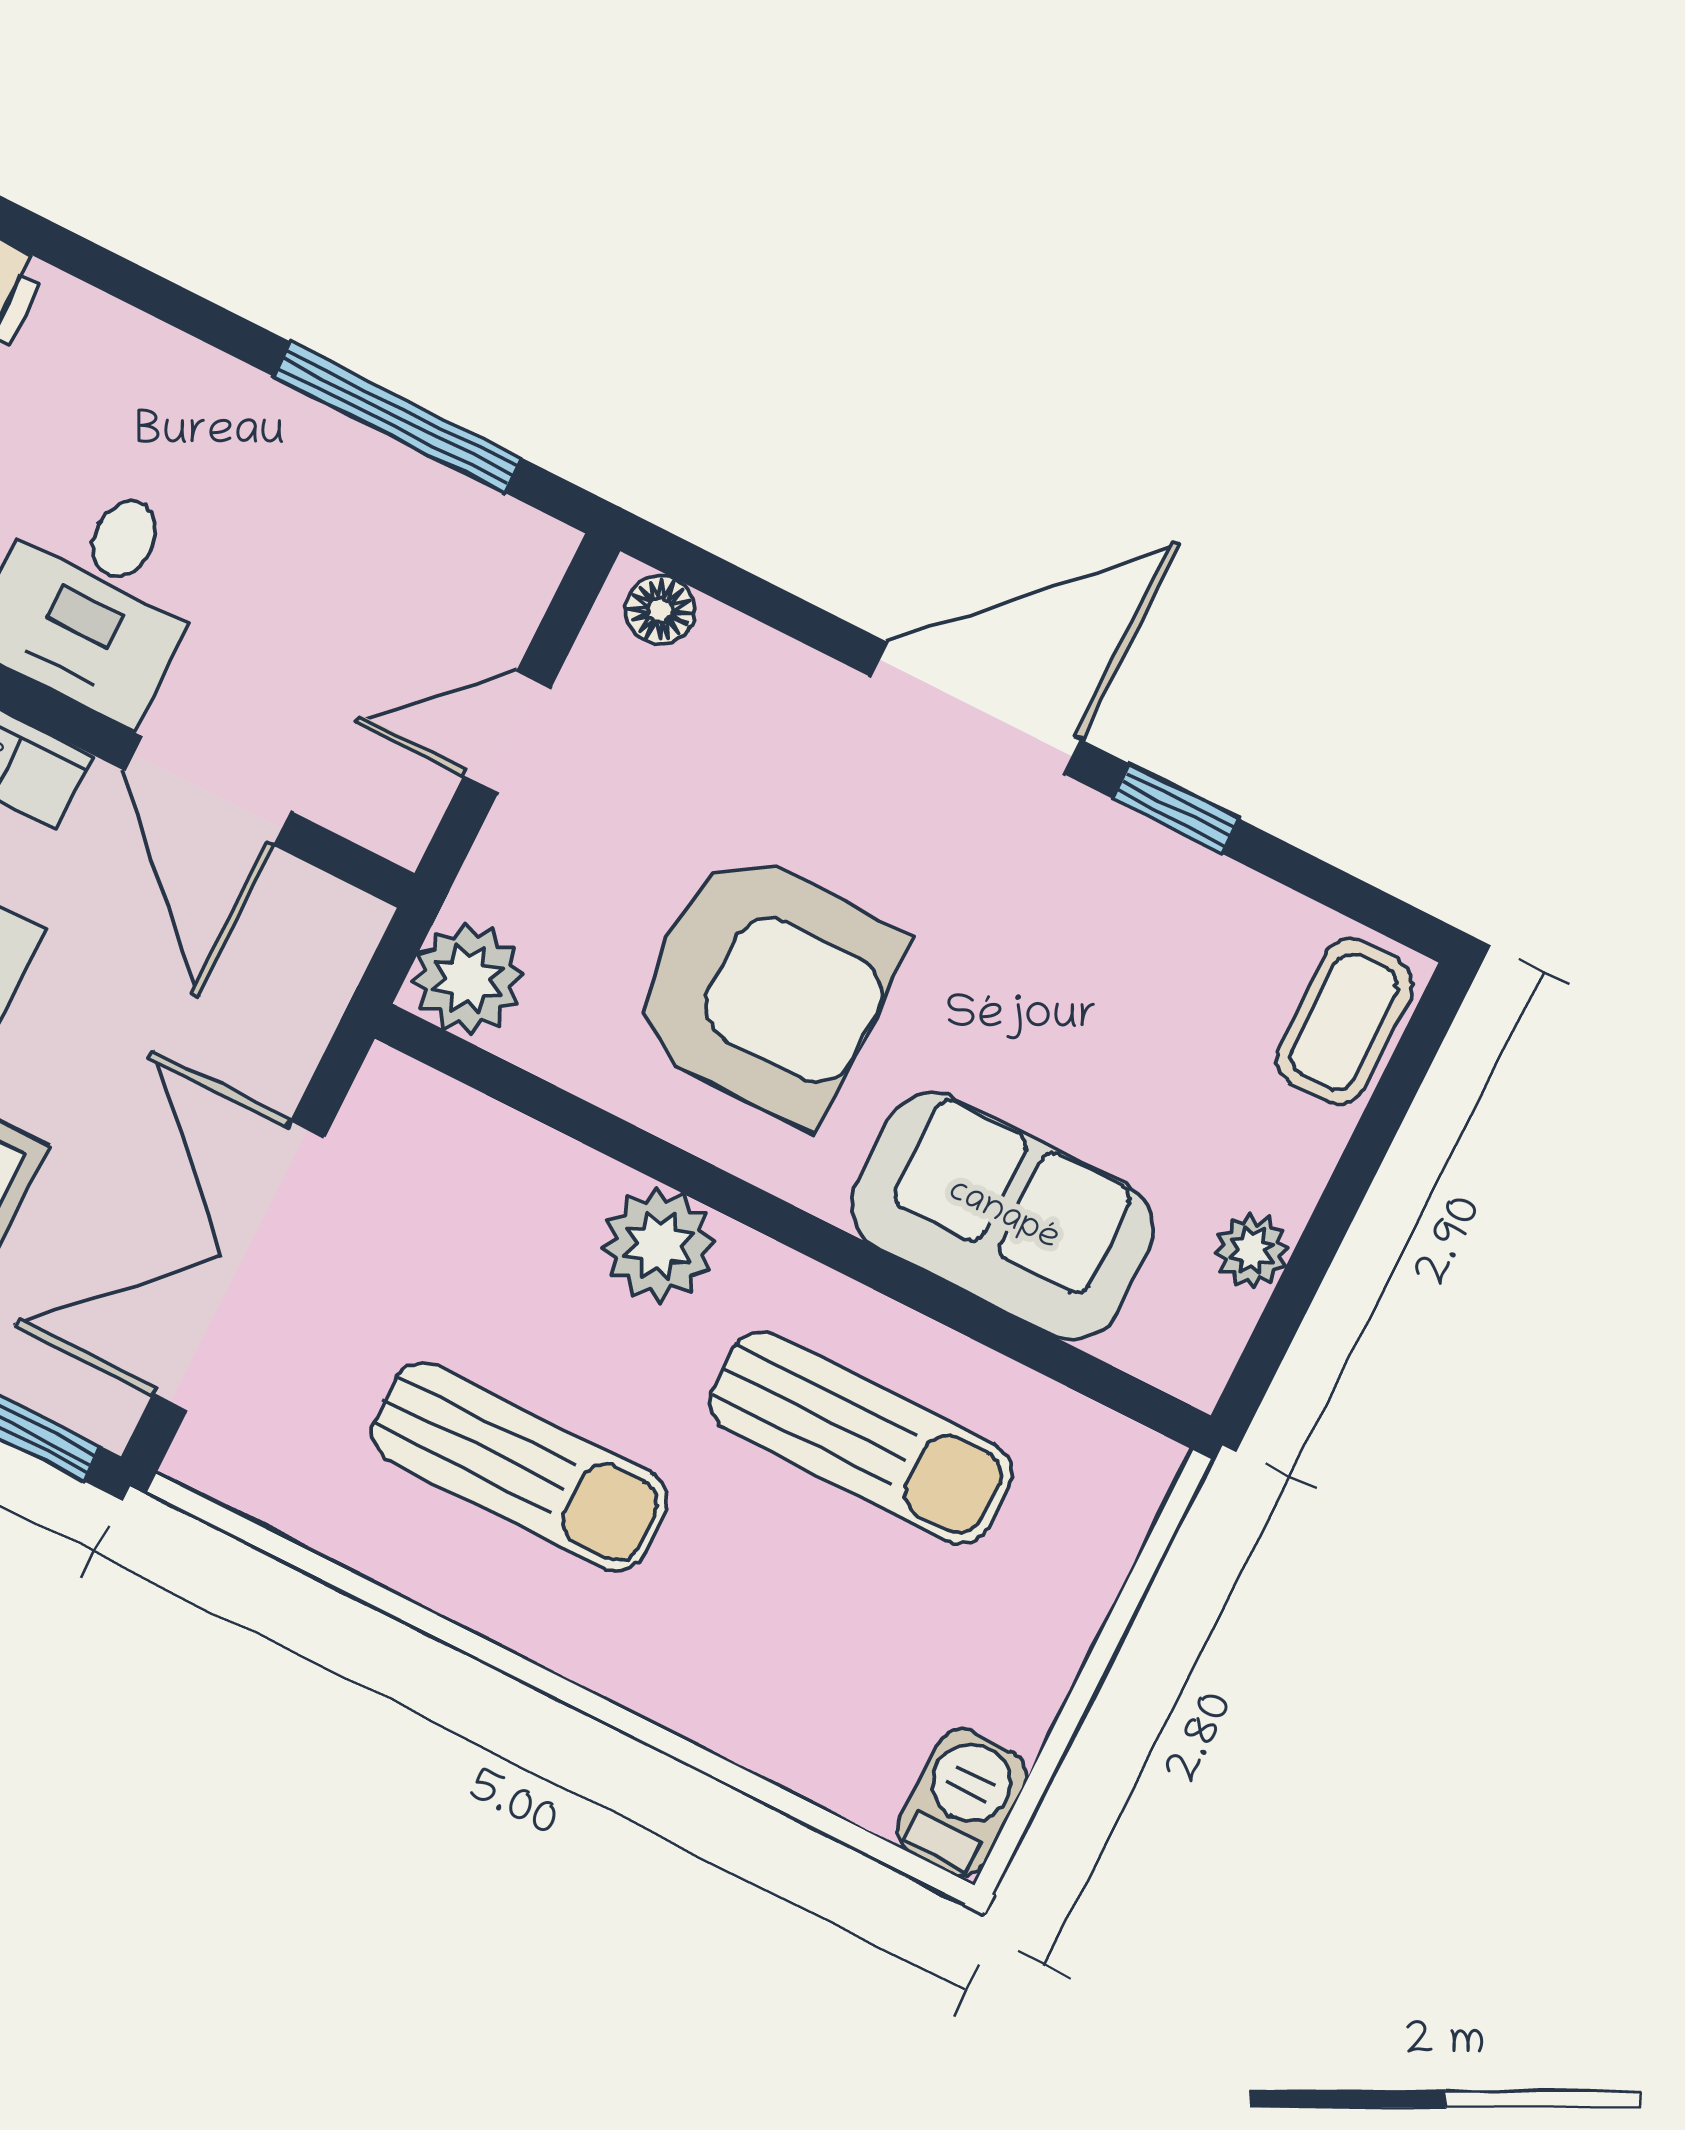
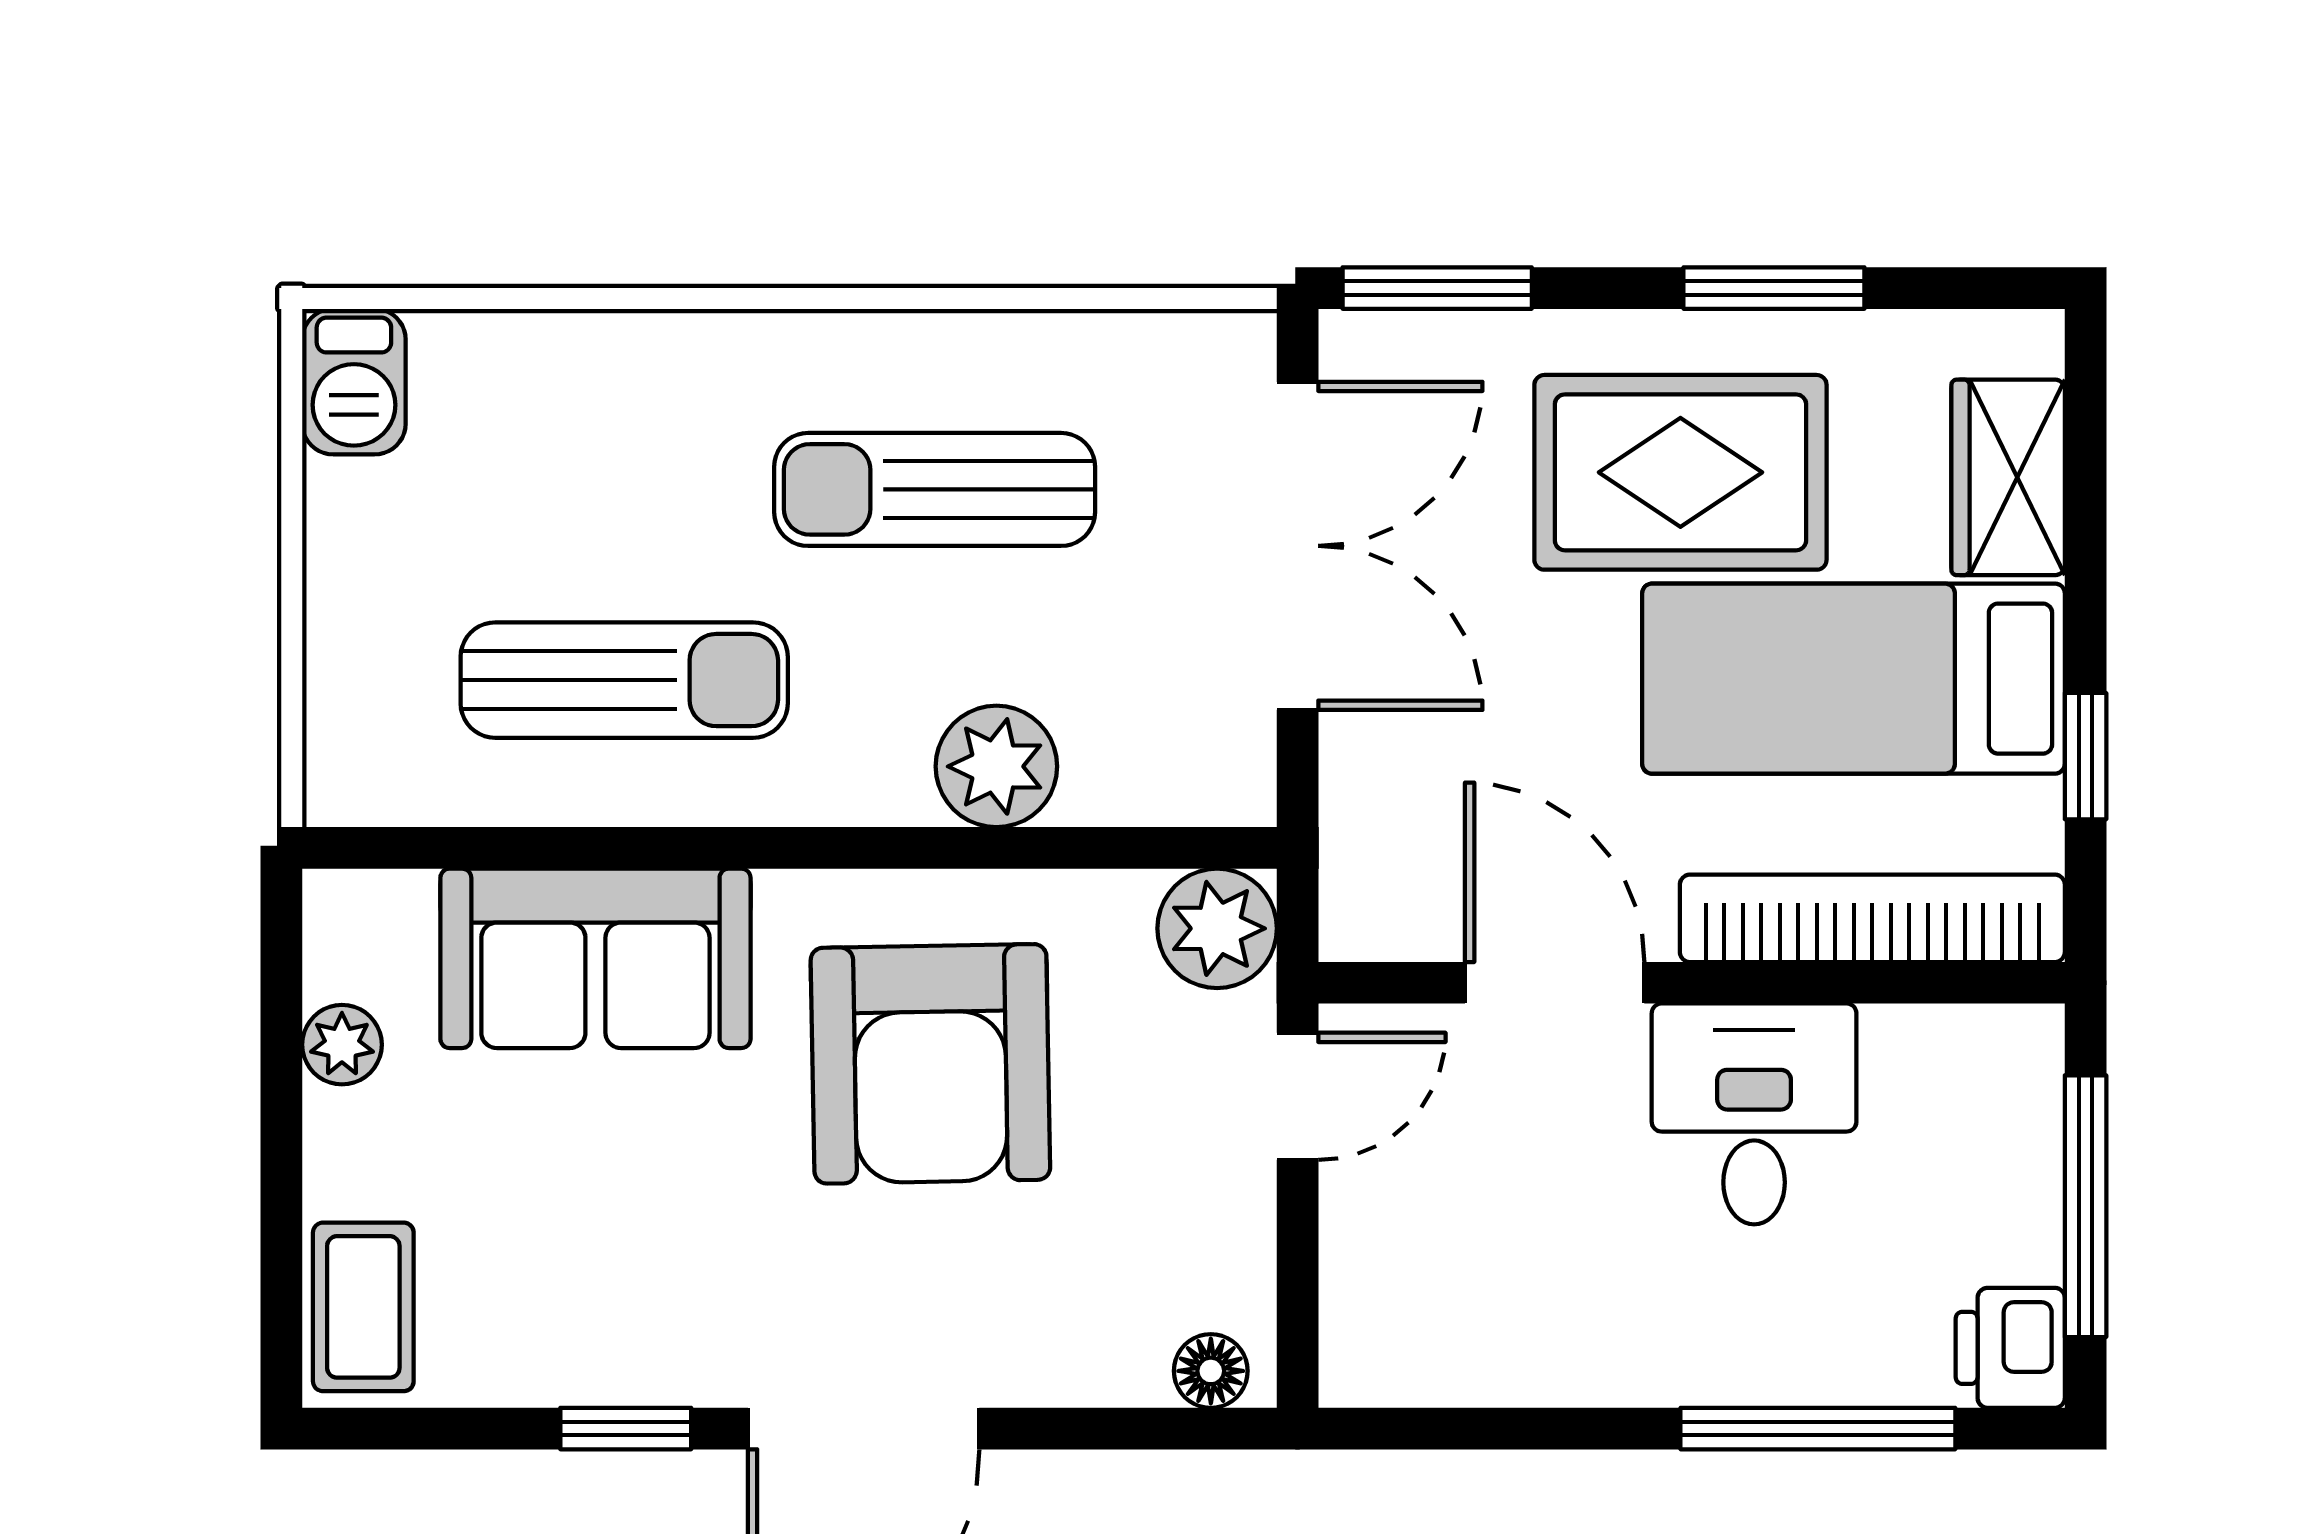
window: (398, 417) -> (1818, 1429), moved
door: (507, 732) -> (1298, 1096), moved
armchair: (766, 986) -> (930, 1064), turned -91
plant: (658, 1245) -> (996, 766), moved
sun lounger: (861, 1438) -> (624, 680), turned 180

